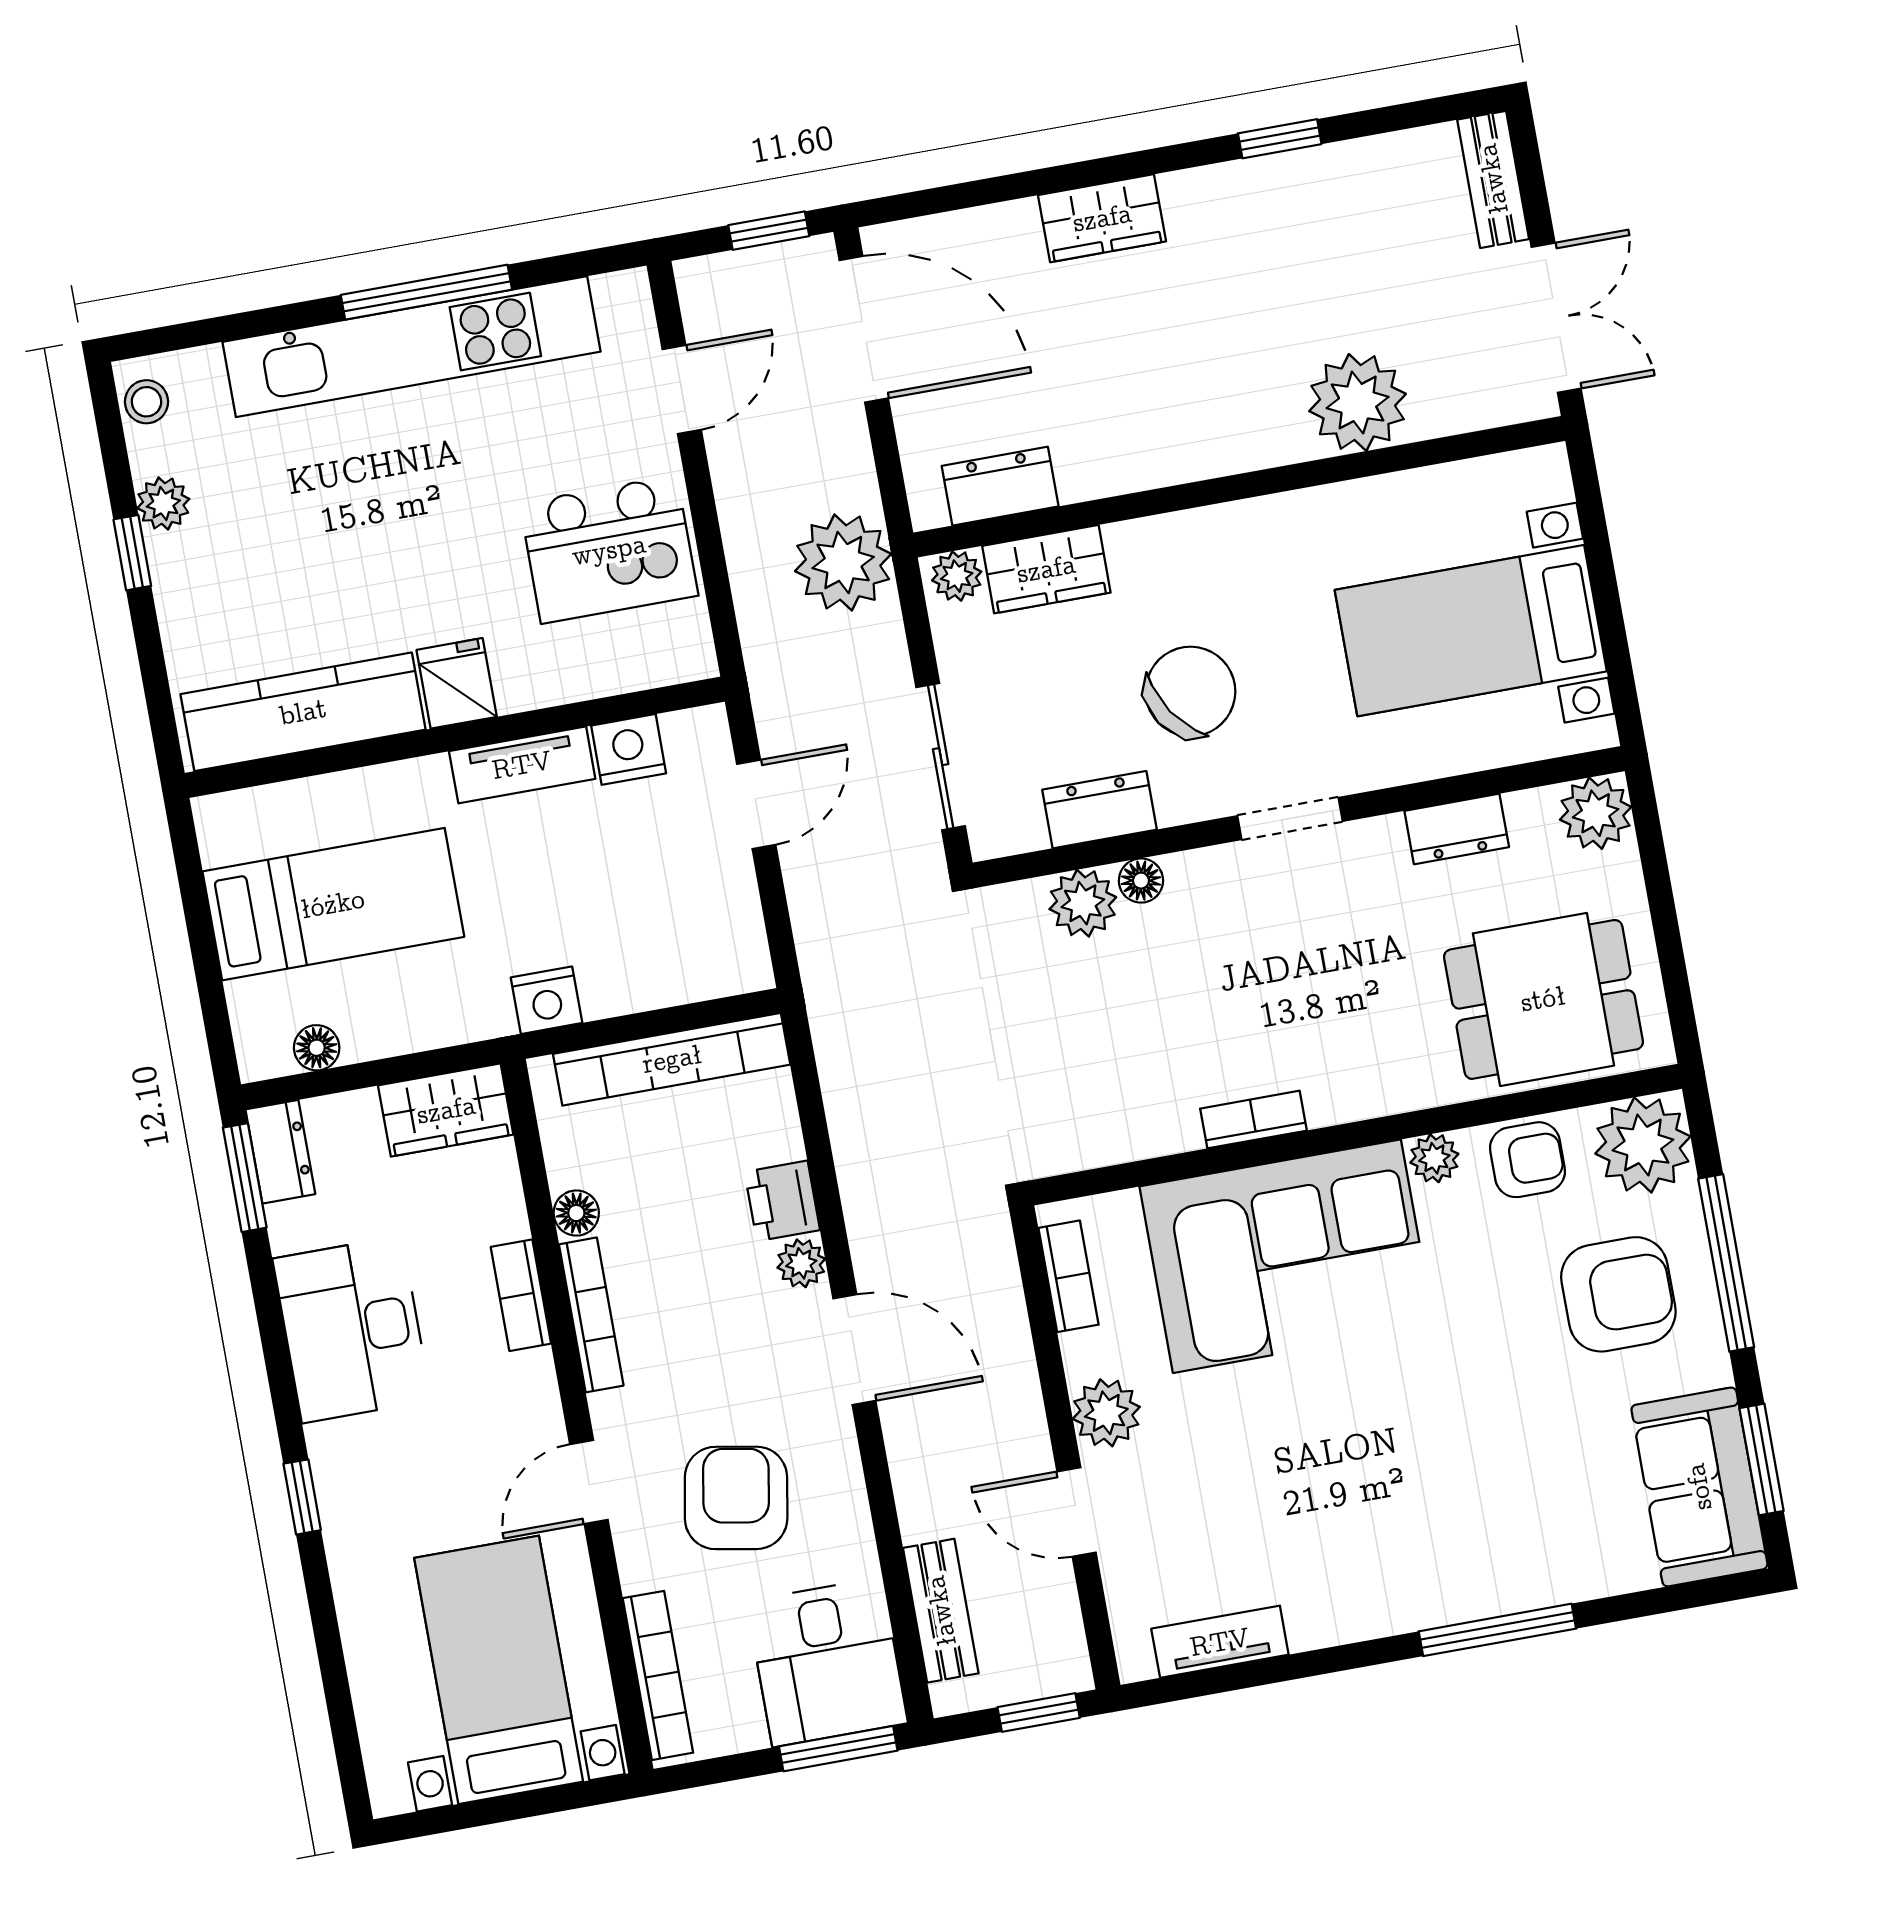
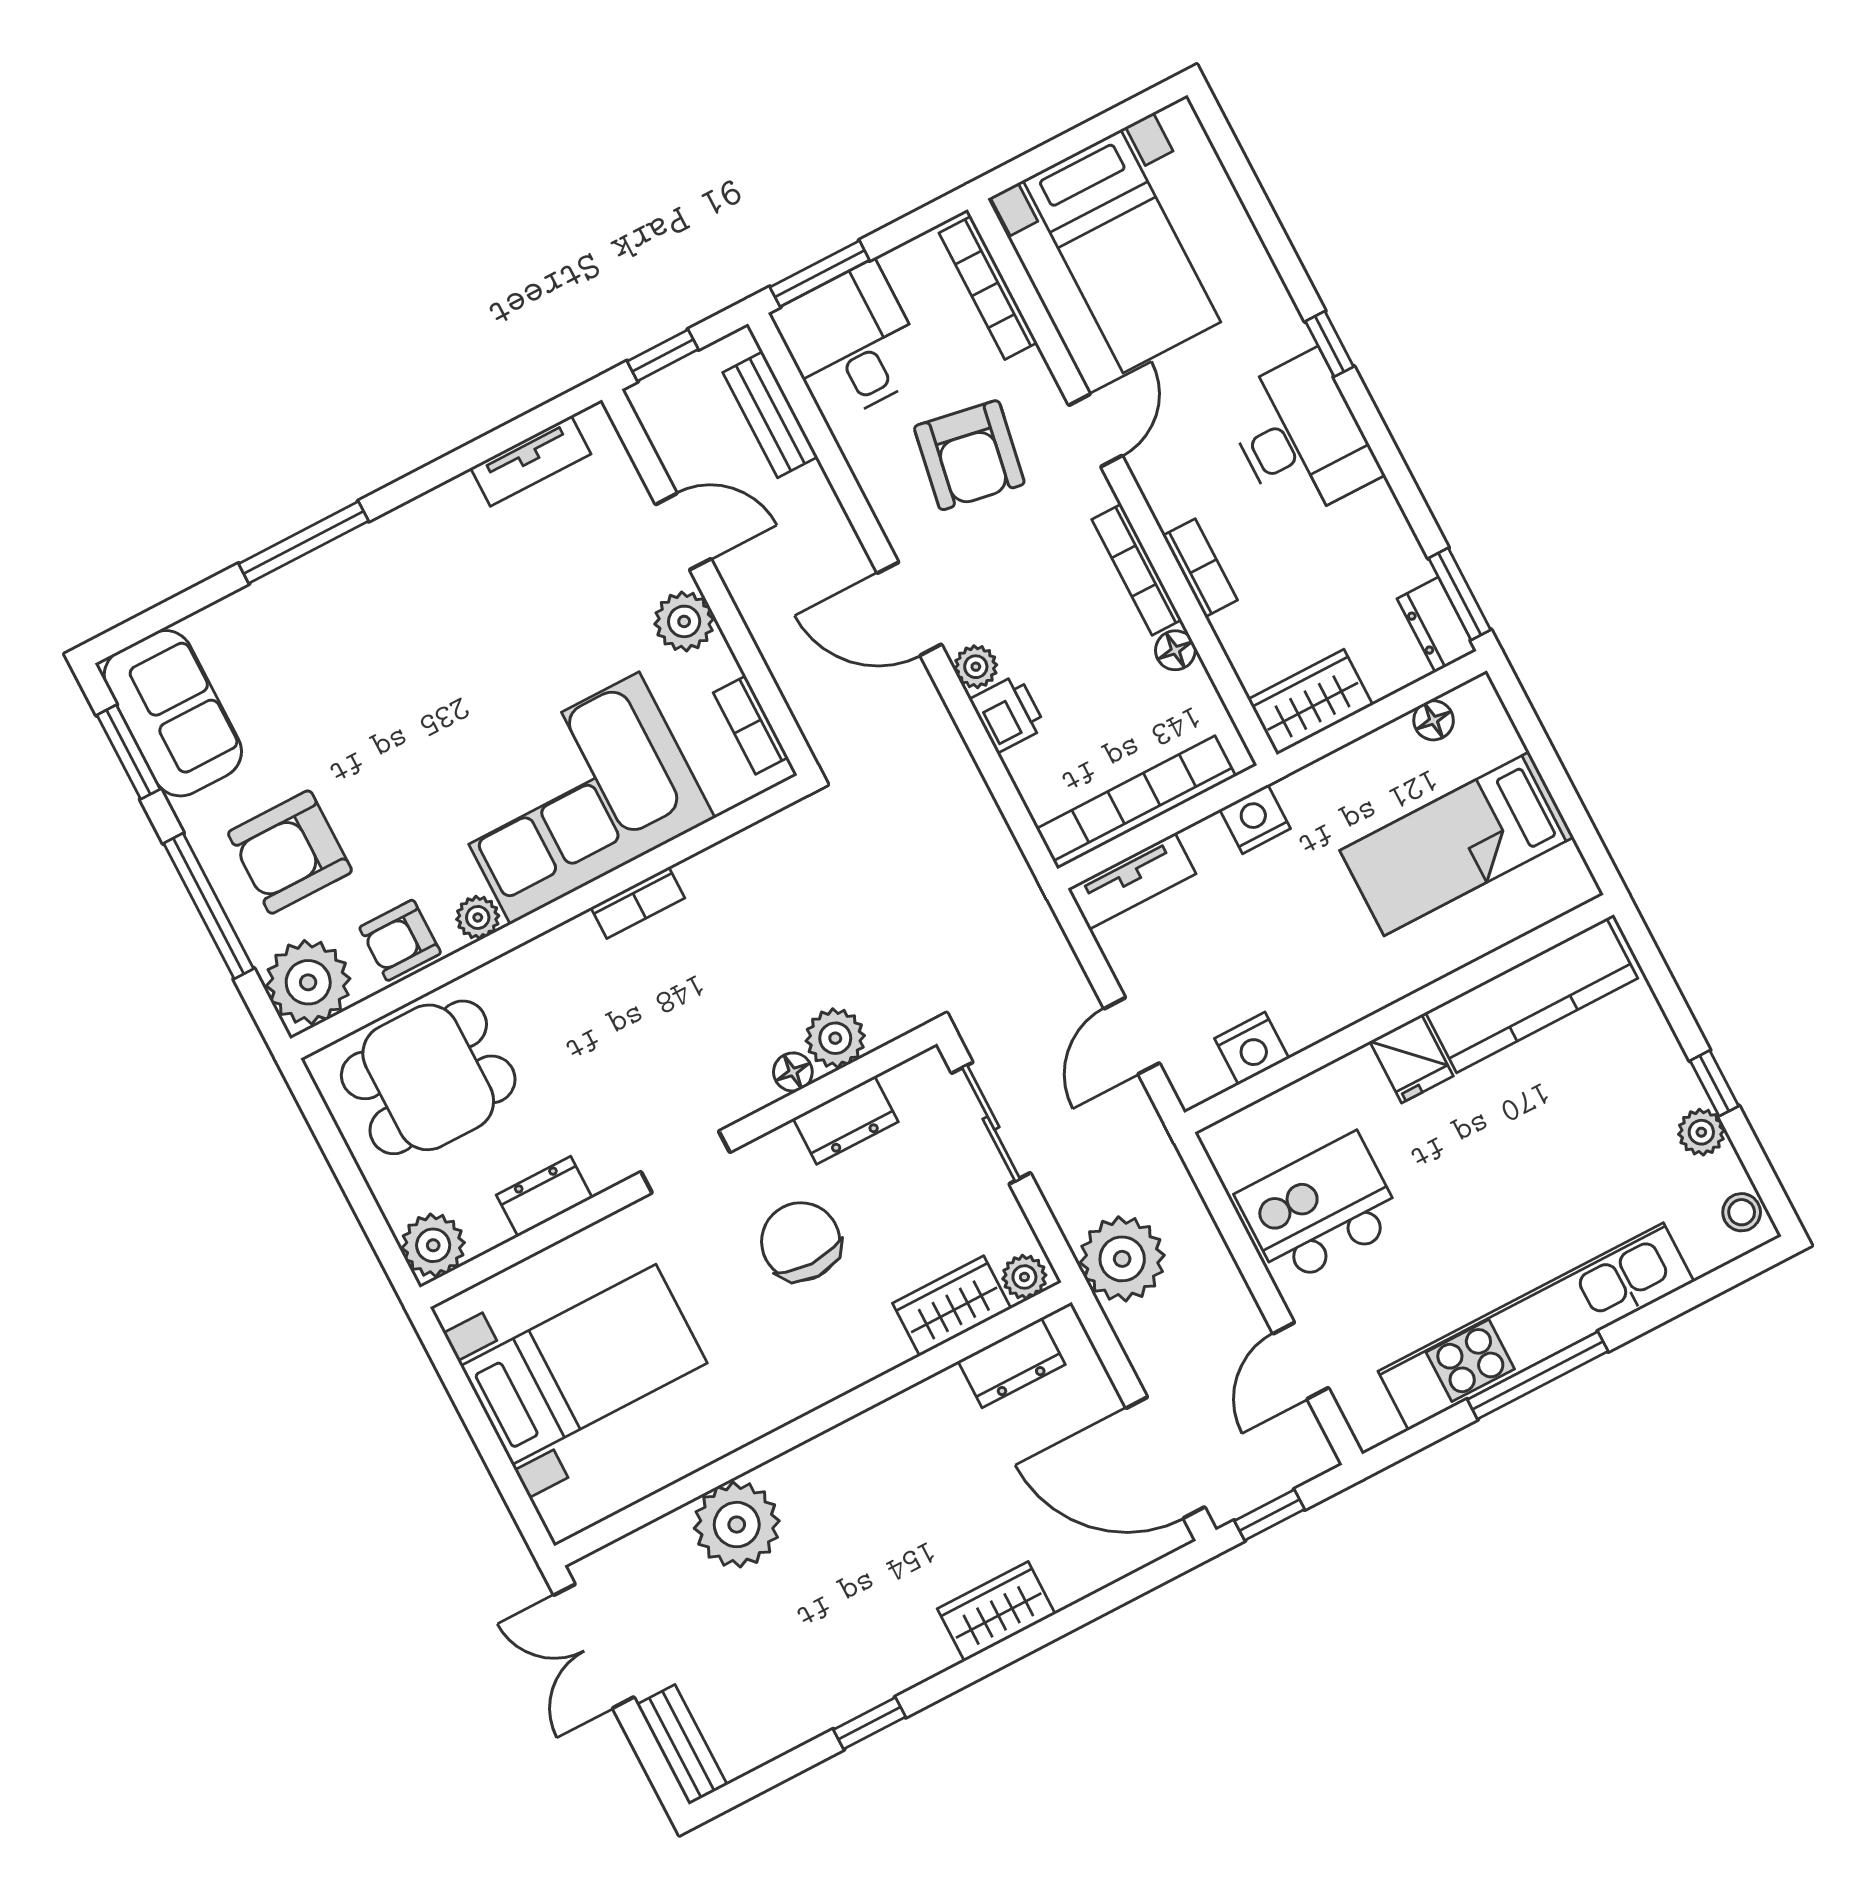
chair: (1190, 692) -> (801, 1242), turned 124
tv unit: (522, 765) -> (1132, 881), moved, turned 180
desk: (352, 1330) -> (1301, 437), moved

